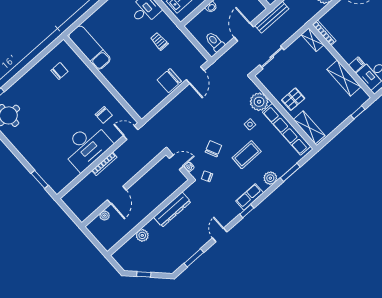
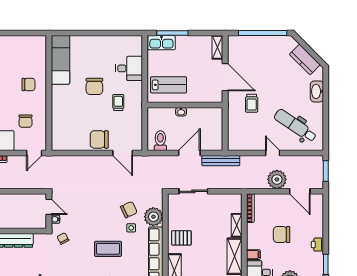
chair: (364, 32) -> (282, 235), added
shelving: (312, 40) -> (237, 225), moved
chair: (131, 45) -> (94, 86), added
chair: (59, 71) -> (28, 84), moved
door: (195, 75) -> (123, 153), hinge flipped
door: (131, 133) -> (34, 153), swing flipped
chair: (213, 149) -> (129, 210), moved

